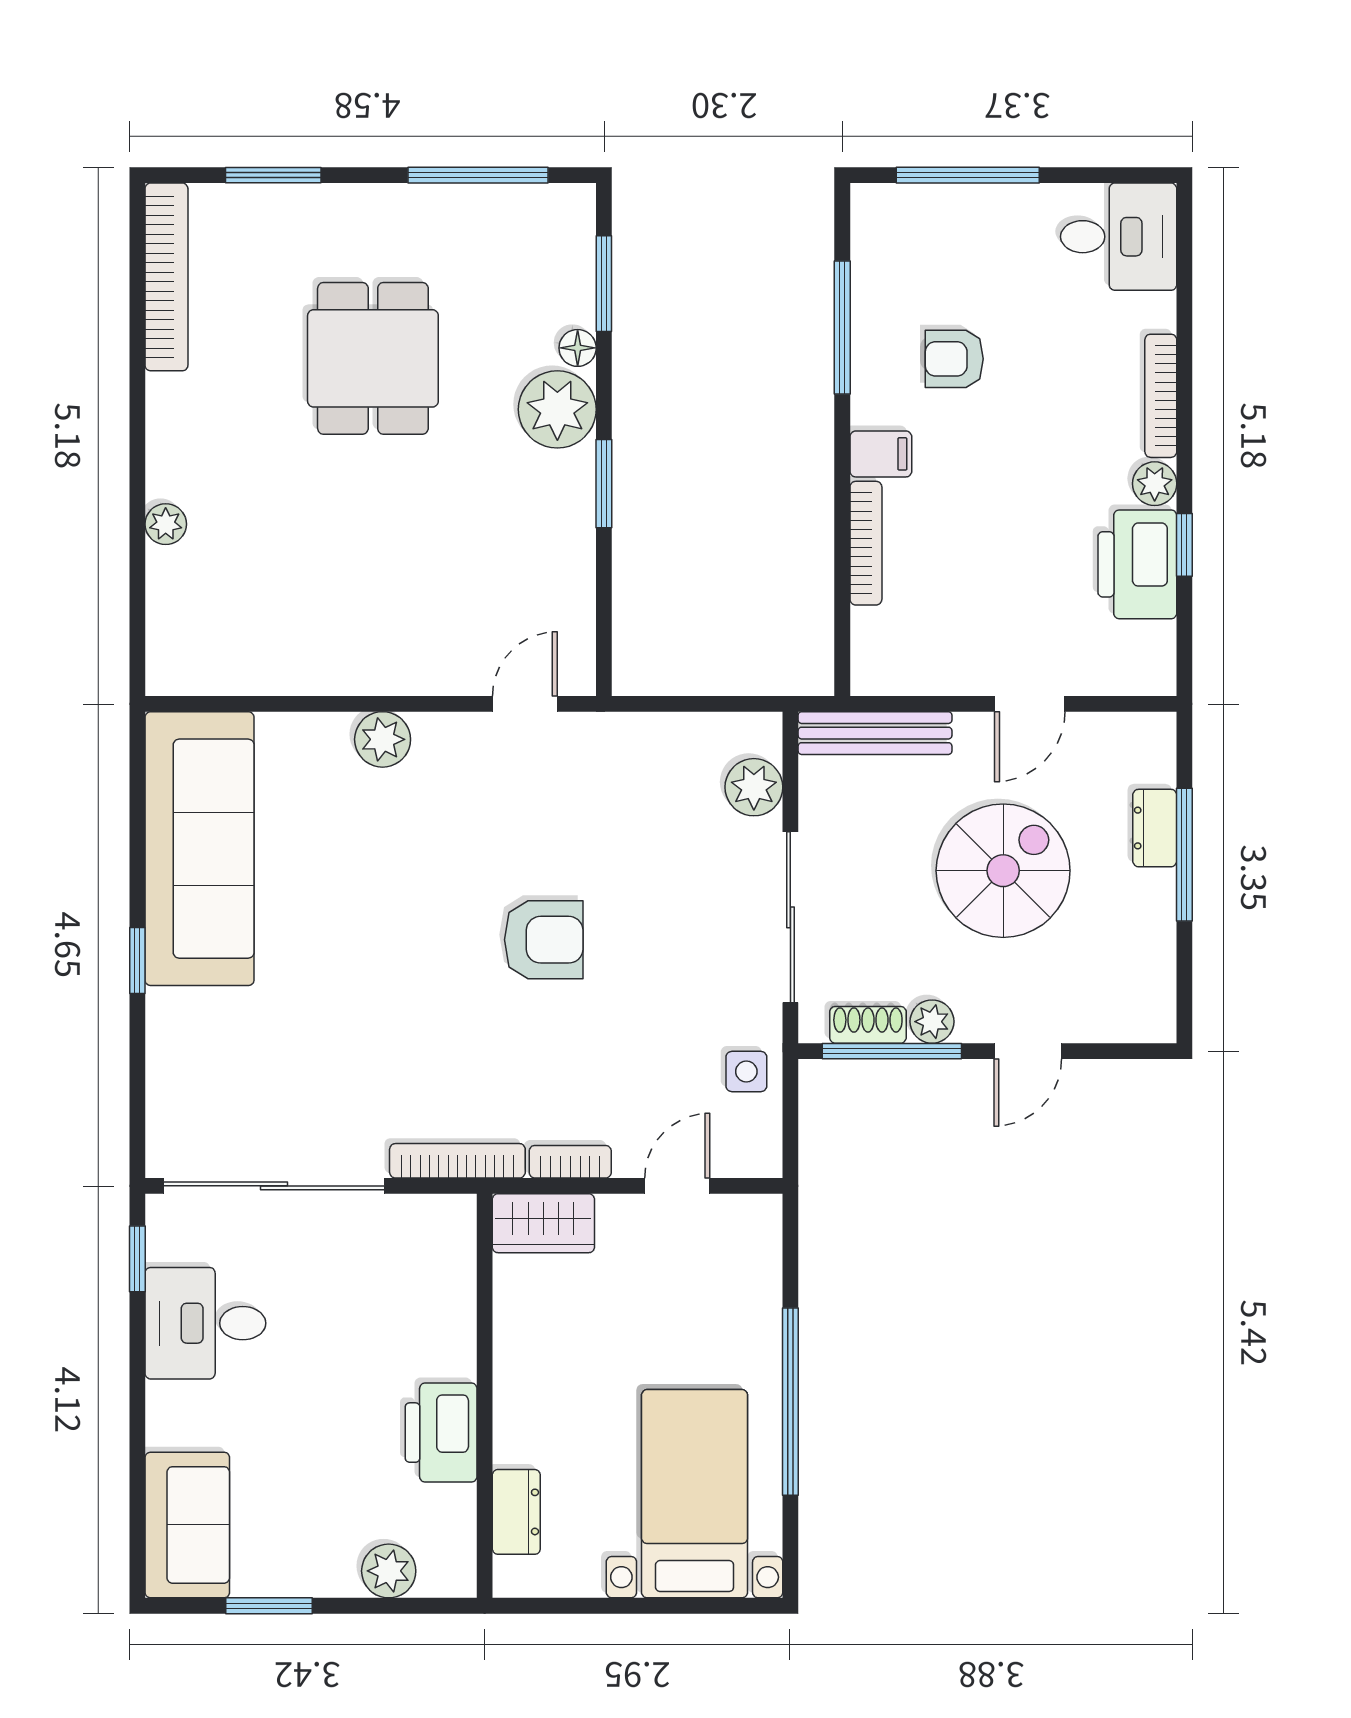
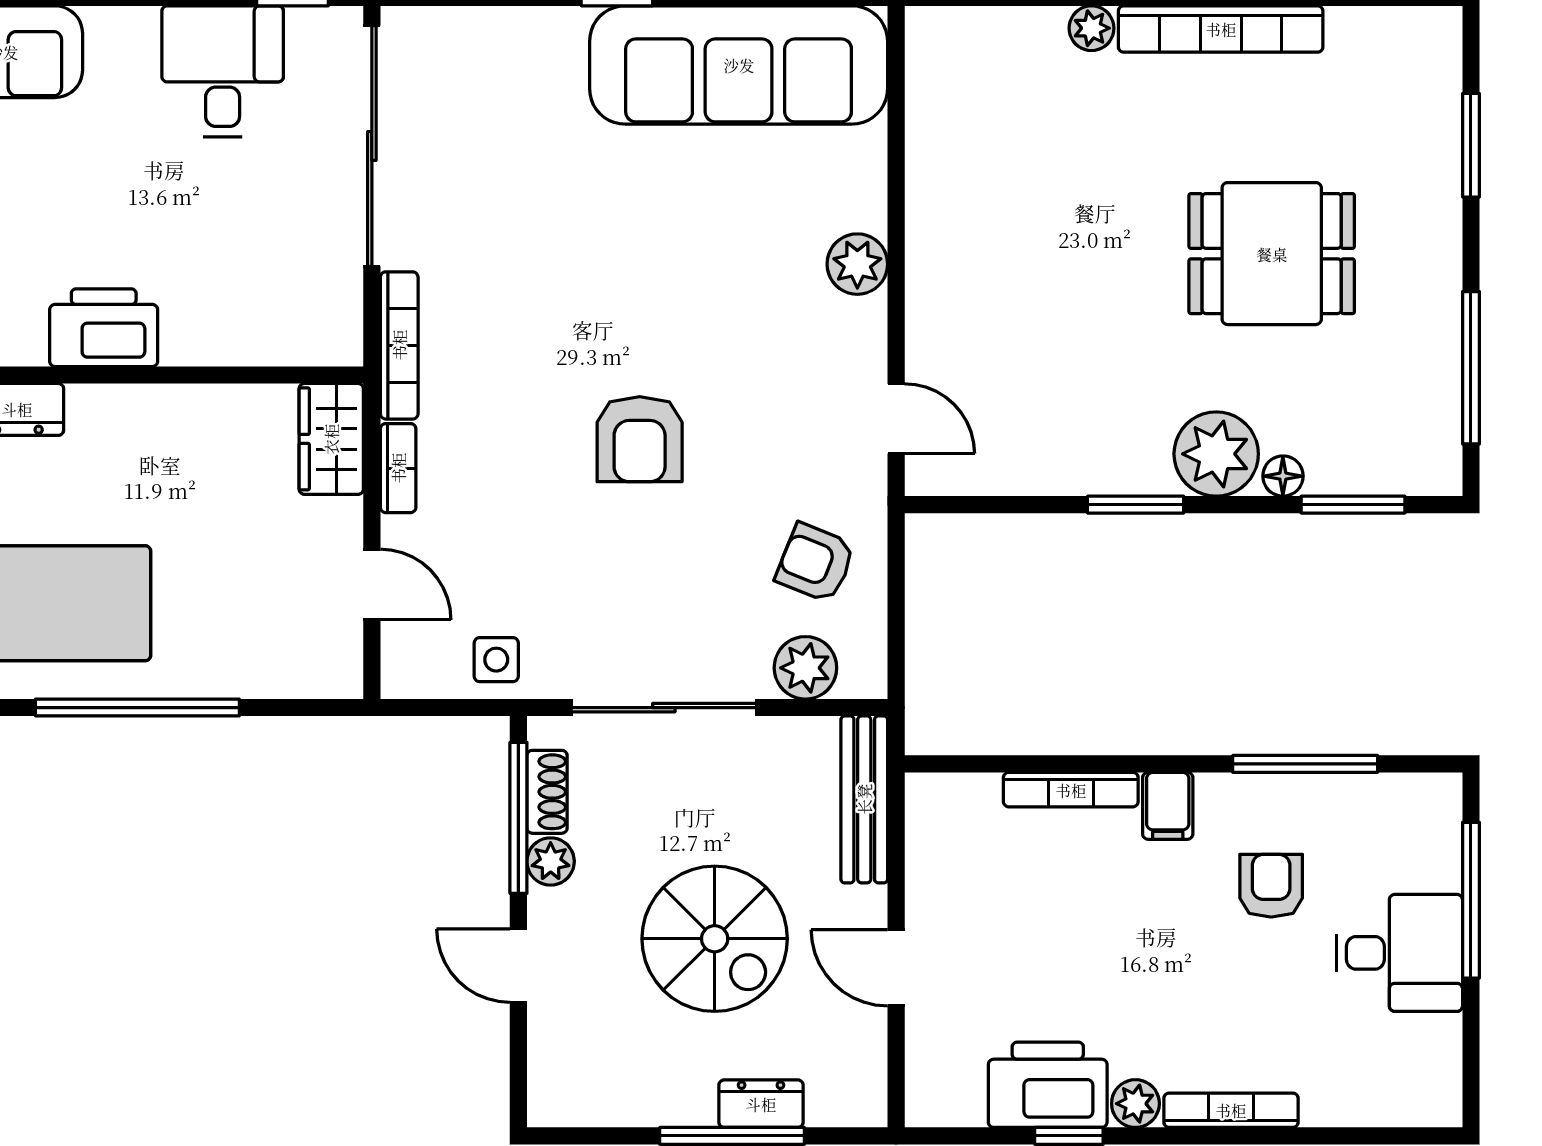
desk: (1119, 237) -> (1399, 953), moved, turned -90
bookcase: (166, 277) -> (1221, 29), moved
armchair: (657, 778) -> (815, 563), added

